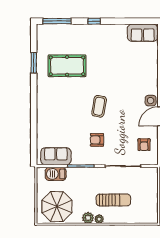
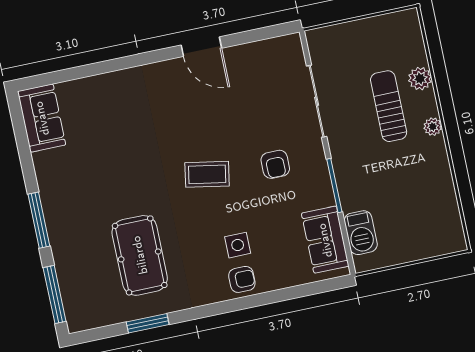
window: (94, 21) -> (39, 220), width x2.17
side table: (151, 101) -> (238, 245), moved
armchair: (144, 145) -> (242, 279), moved
parasol: (57, 206) -> (425, 216), removed
plant: (88, 218) -> (420, 79), moved

